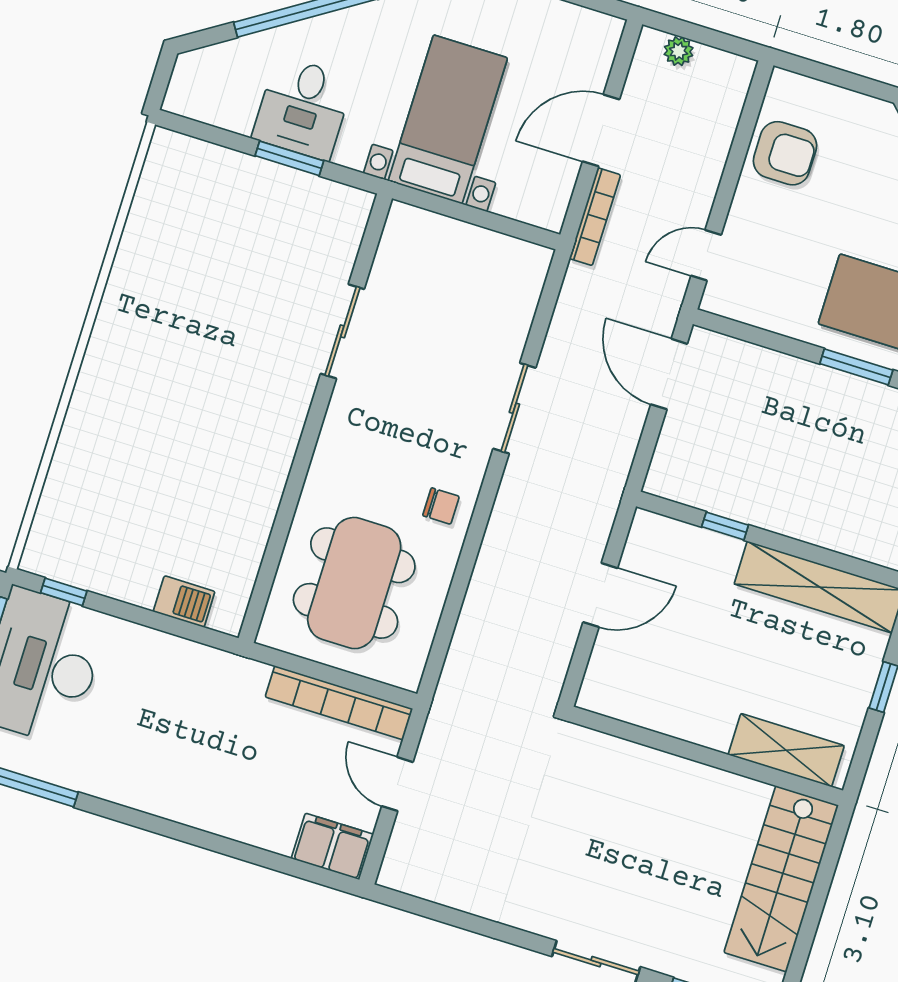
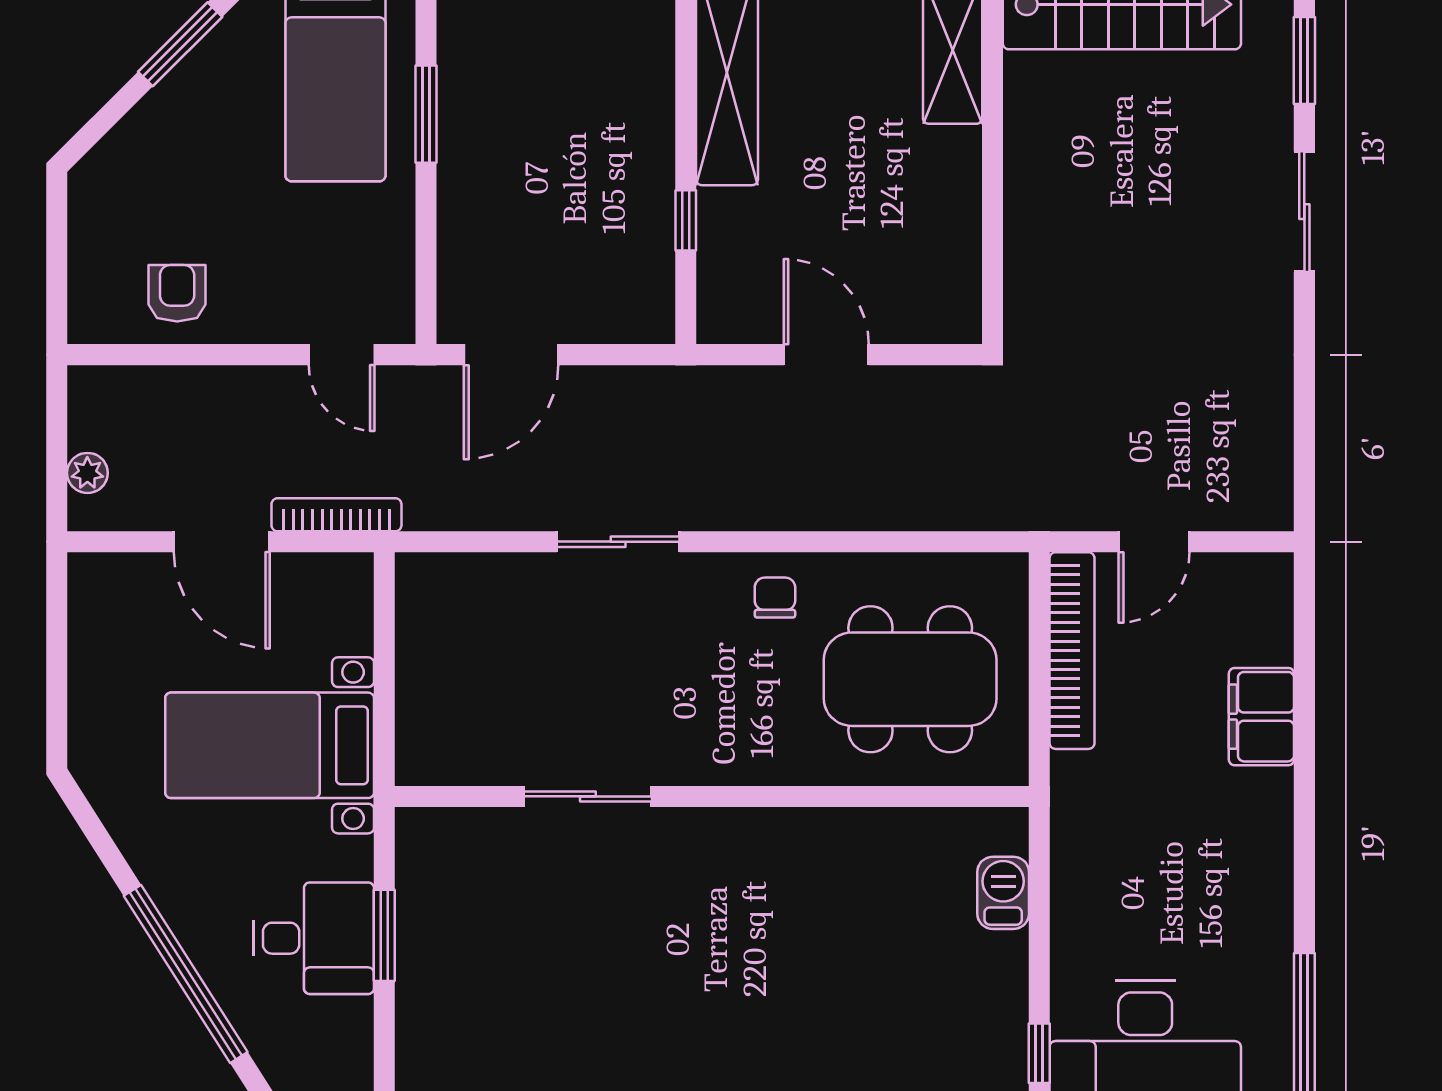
armchair: (785, 153) -> (177, 293), width x0.72, depth x0.72
filing cabinet: (332, 846) -> (1261, 717), moved

